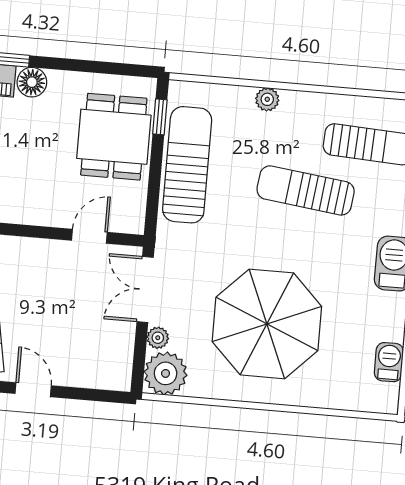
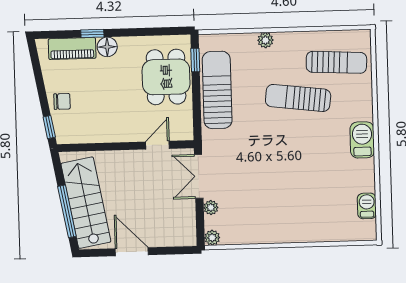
parasol: (267, 324) -> (283, 190), removed
plant: (166, 373) -> (212, 238), width x0.53, depth x0.53
door: (33, 390) -> (132, 252), width x1.38

